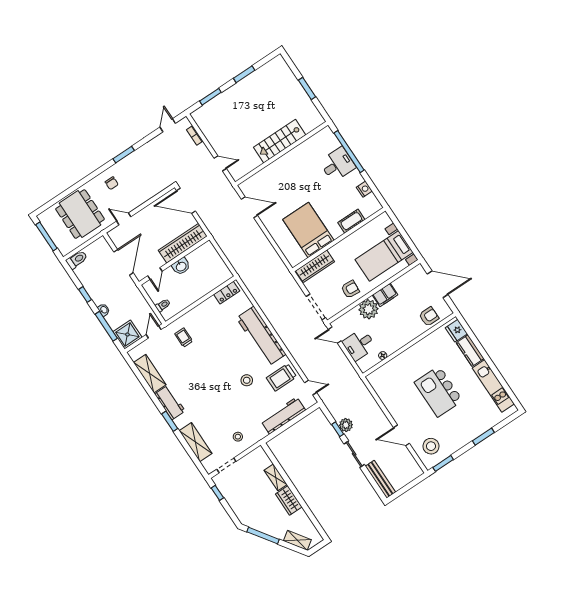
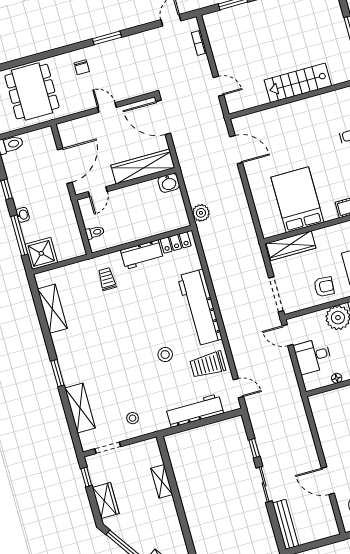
door: (124, 219) -> (107, 107), moved
washbasin: (181, 266) -> (169, 183), moved
door: (154, 332) -> (73, 261), removed
workbench: (170, 403) -> (142, 255), moved, turned 90
plant: (346, 425) -> (201, 213), moved
wardrobe: (289, 500) -> (106, 501), moved, turned 180

